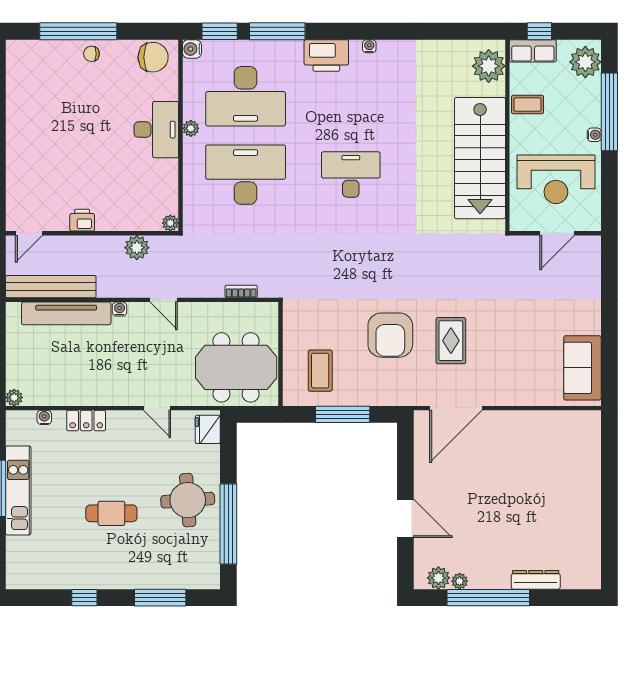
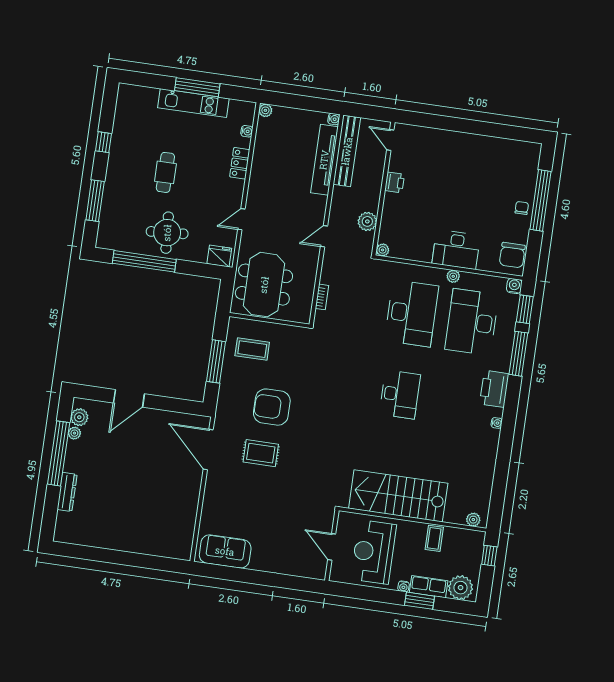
row of seats: (533, 51) -> (429, 587), moved, turned 90
plant: (489, 66) -> (473, 520), width x0.53, depth x0.53
window: (609, 112) -> (419, 601), width x0.47
water cooler: (120, 309) -> (334, 119), moved

